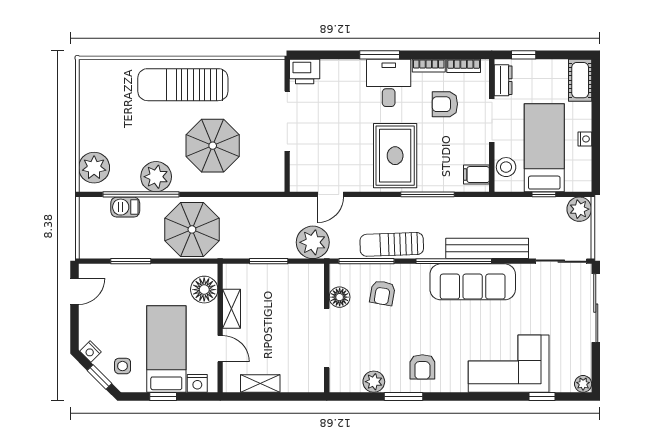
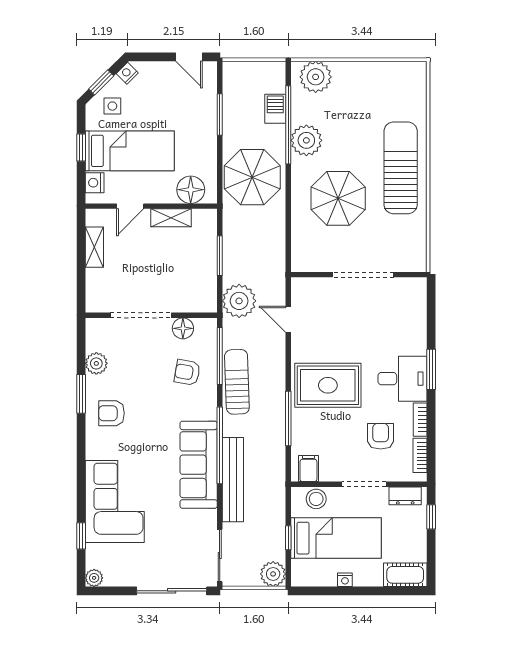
printer: (305, 71) -> (414, 293), removed

